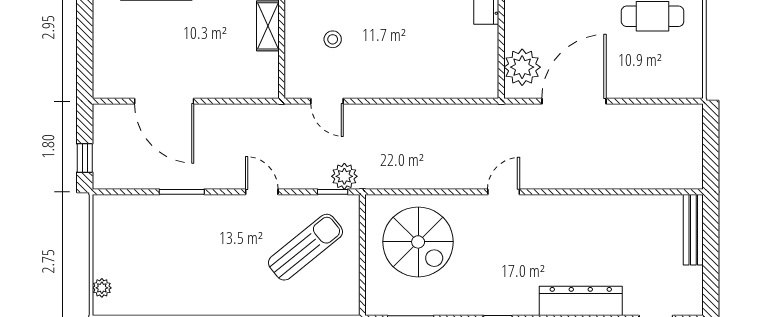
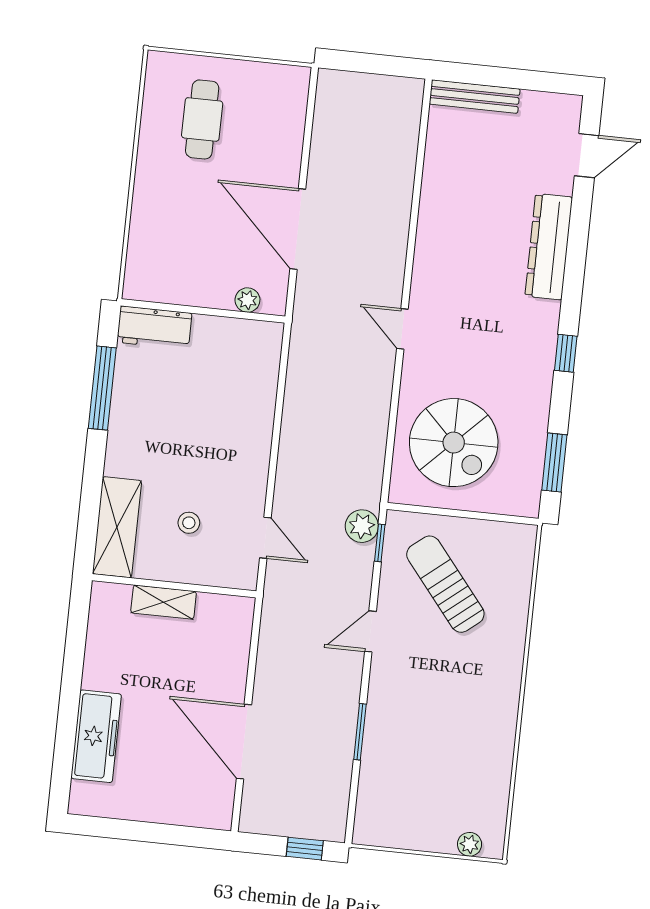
plant: (522, 67) -> (247, 300), width x0.53, depth x0.53
door: (164, 101) -> (244, 742), swing flipped
door: (327, 101) -> (265, 538), hinge flipped
spiral stairs: (418, 242) -> (454, 443), turned 90

